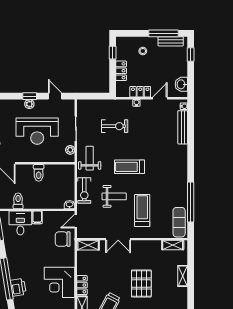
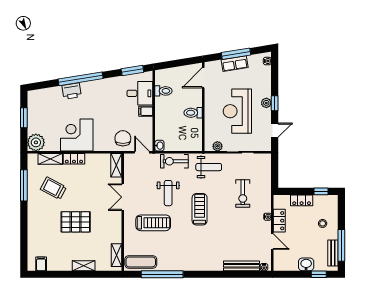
washbasin: (181, 84) -> (306, 264), moved

